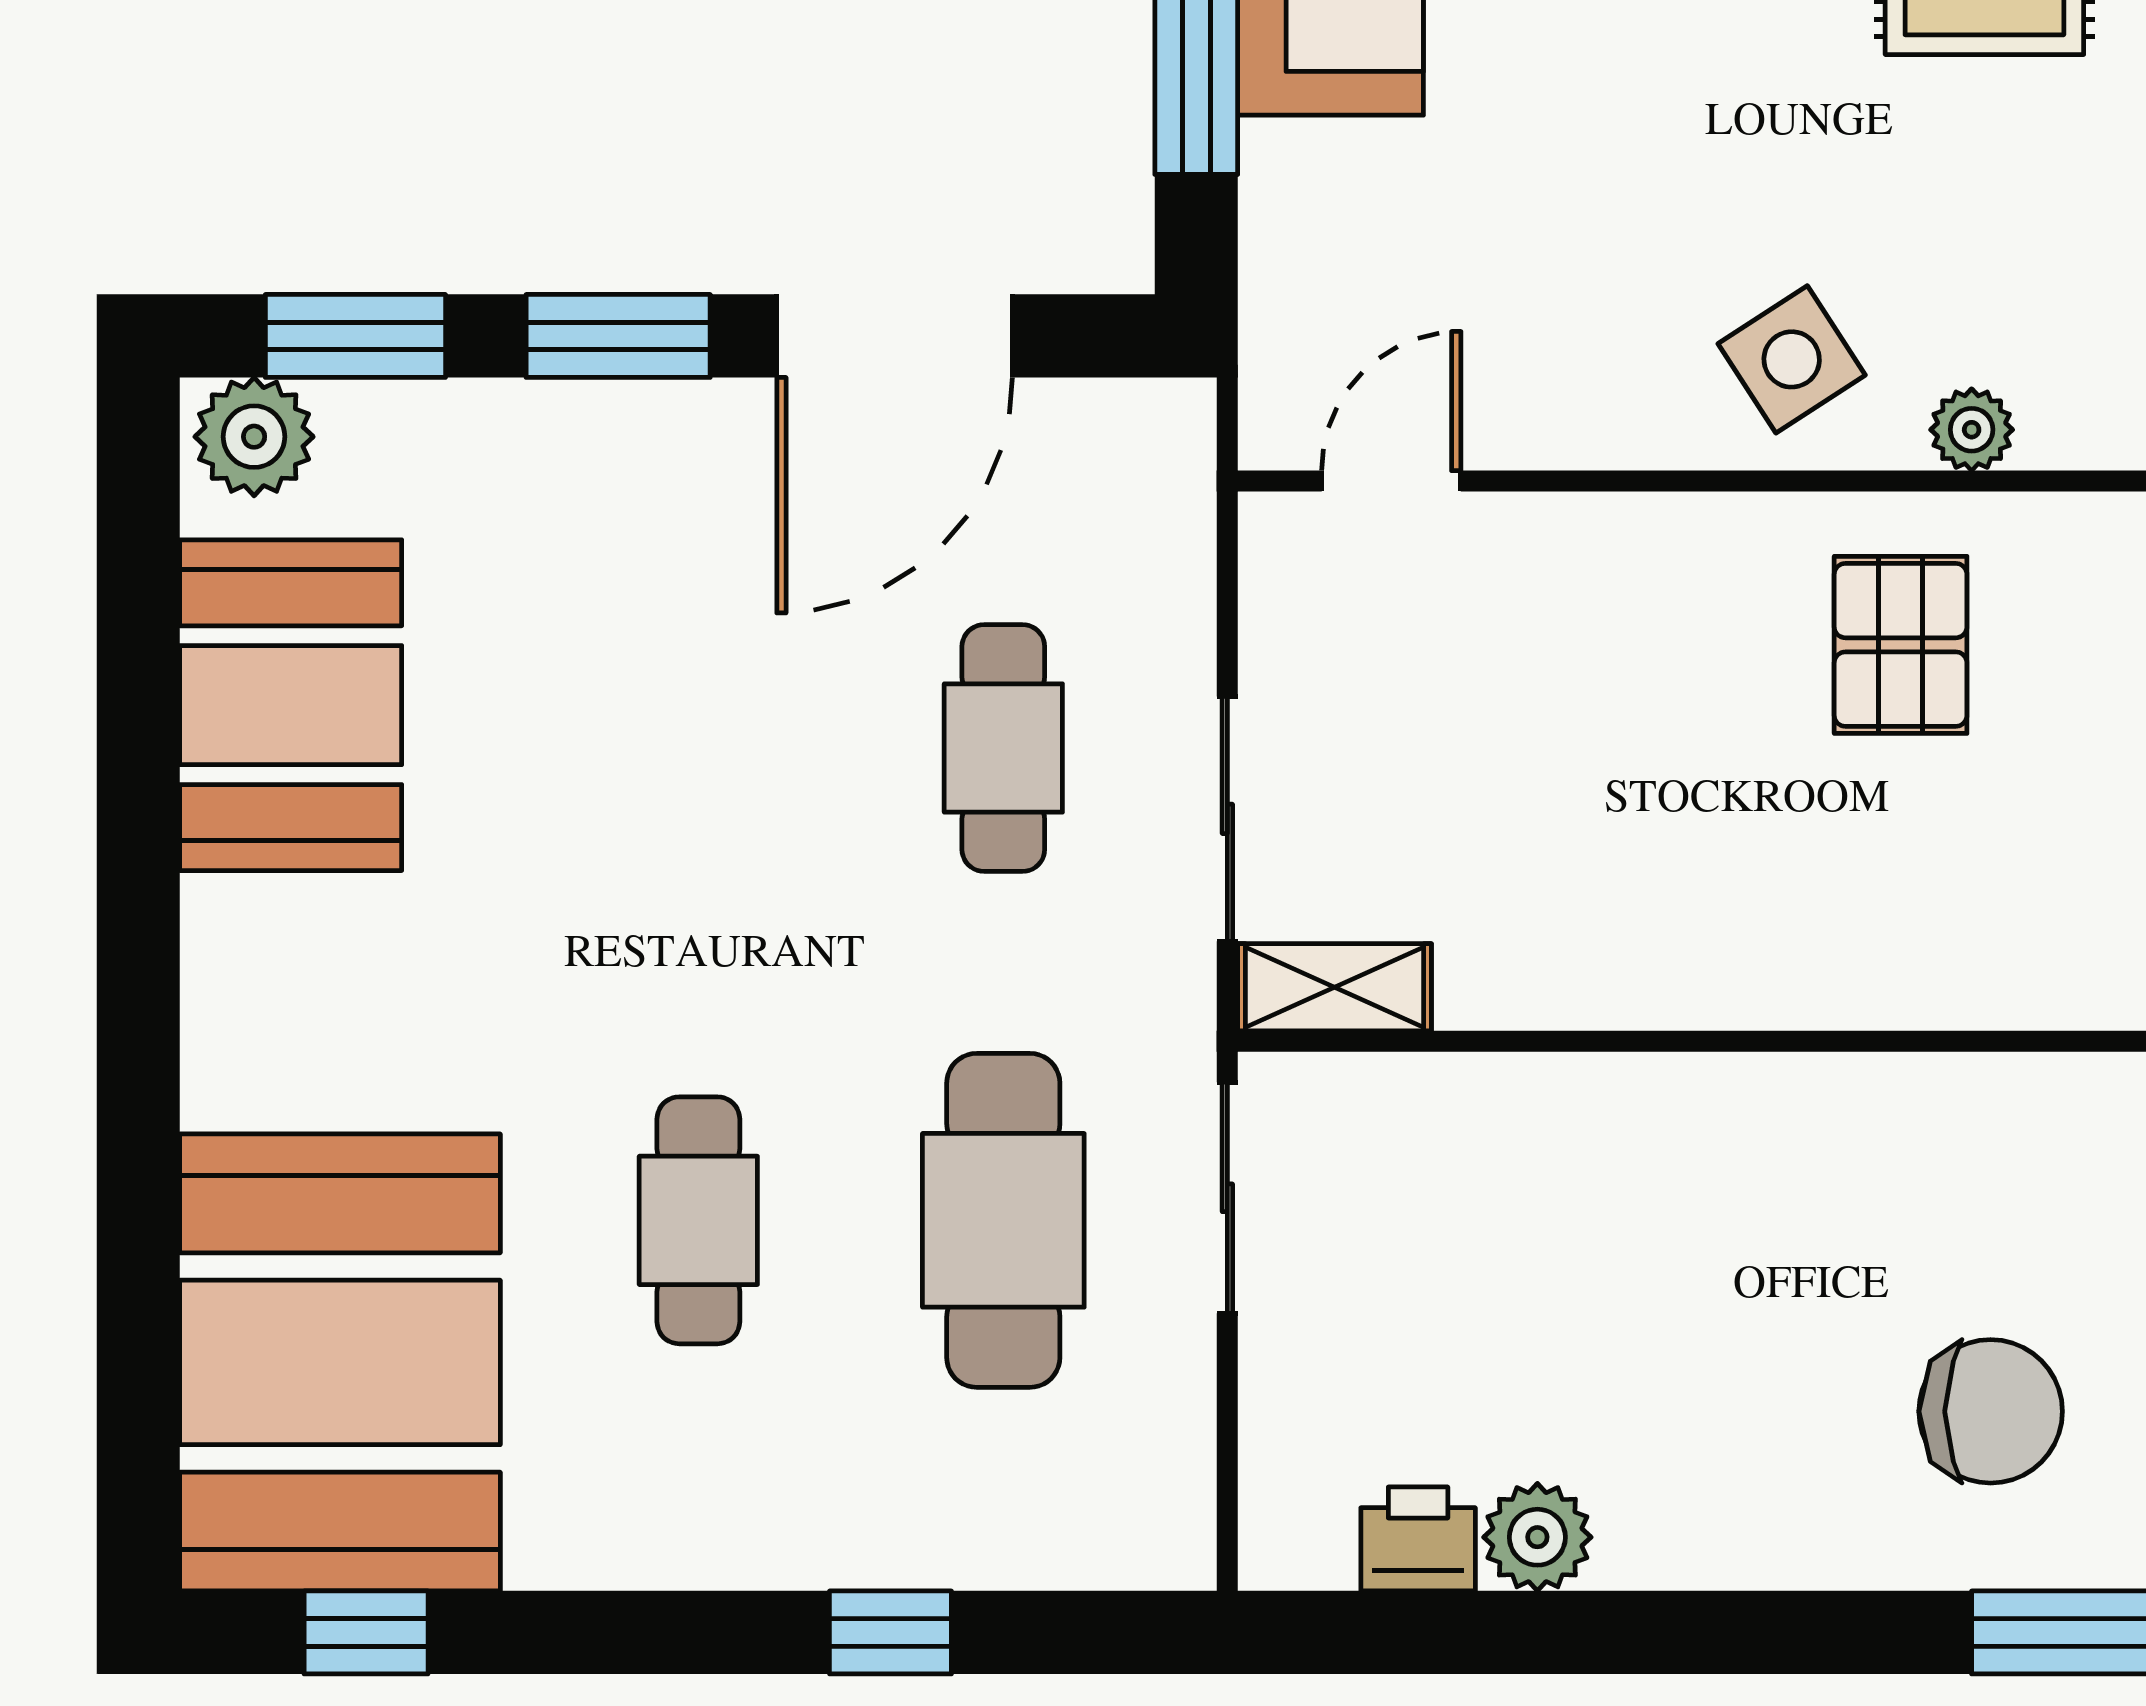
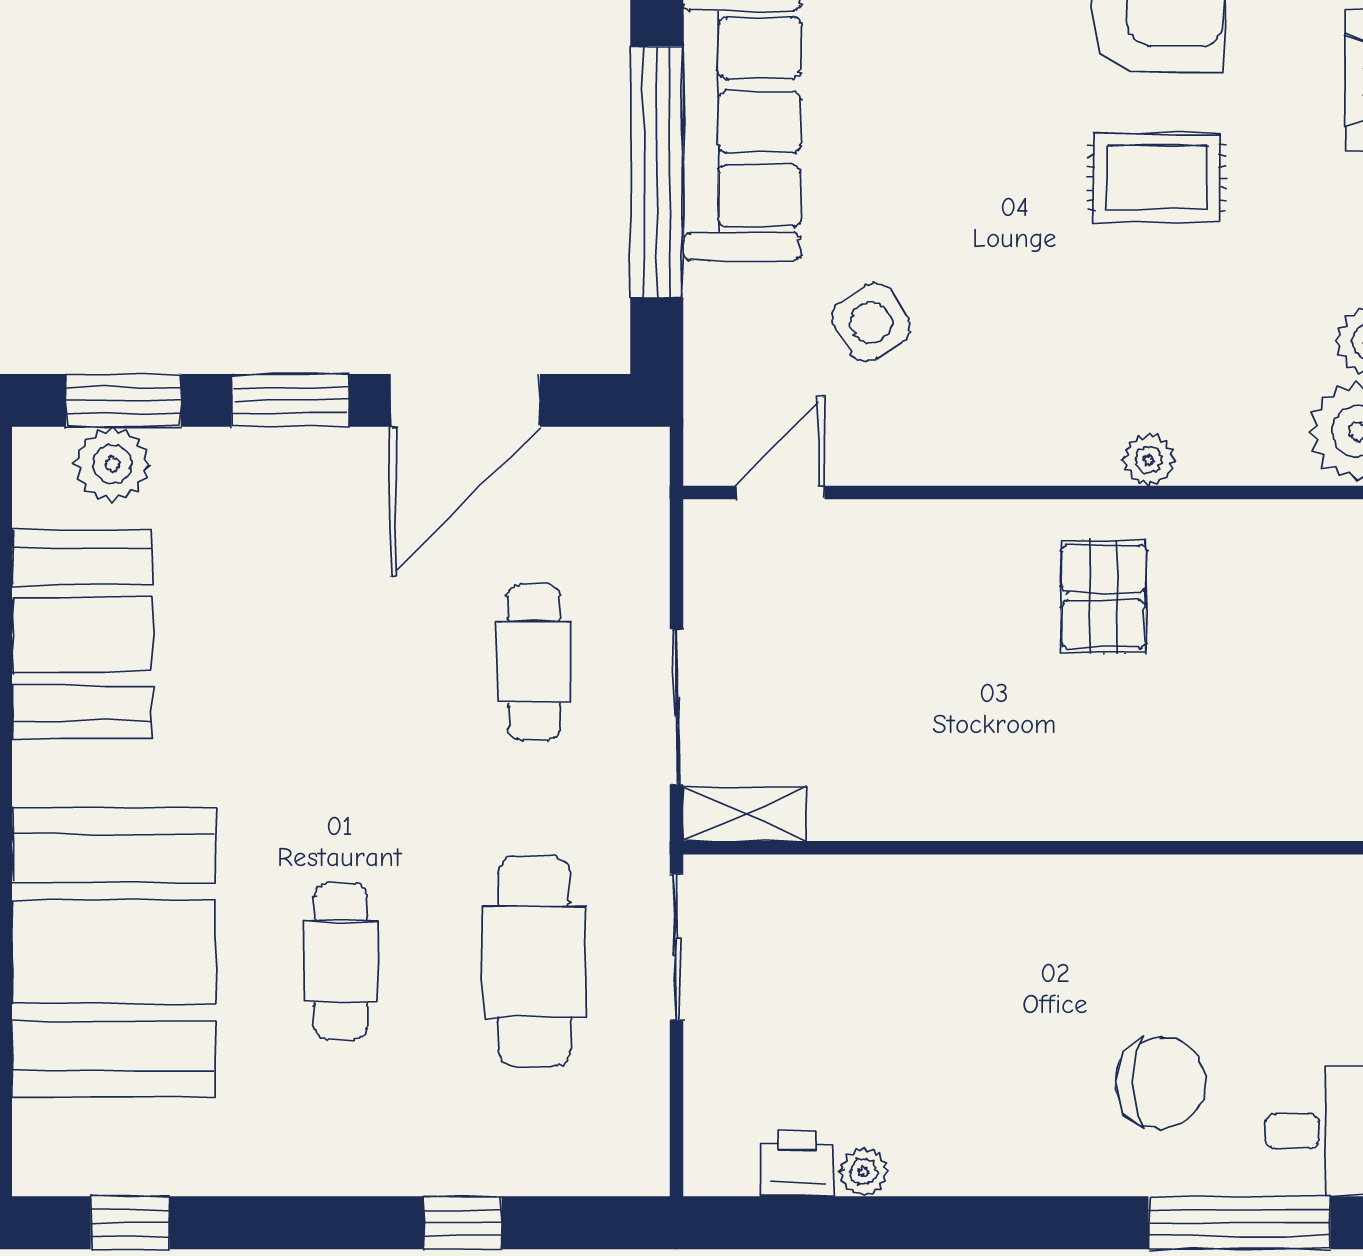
side table: (1792, 359) -> (871, 322), moved
plant: (254, 437) -> (112, 464), moved
booth: (340, 1362) -> (114, 952), moved
plant: (1537, 1537) -> (864, 1172), width x0.73, depth x0.73

